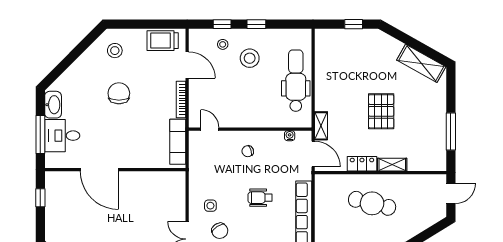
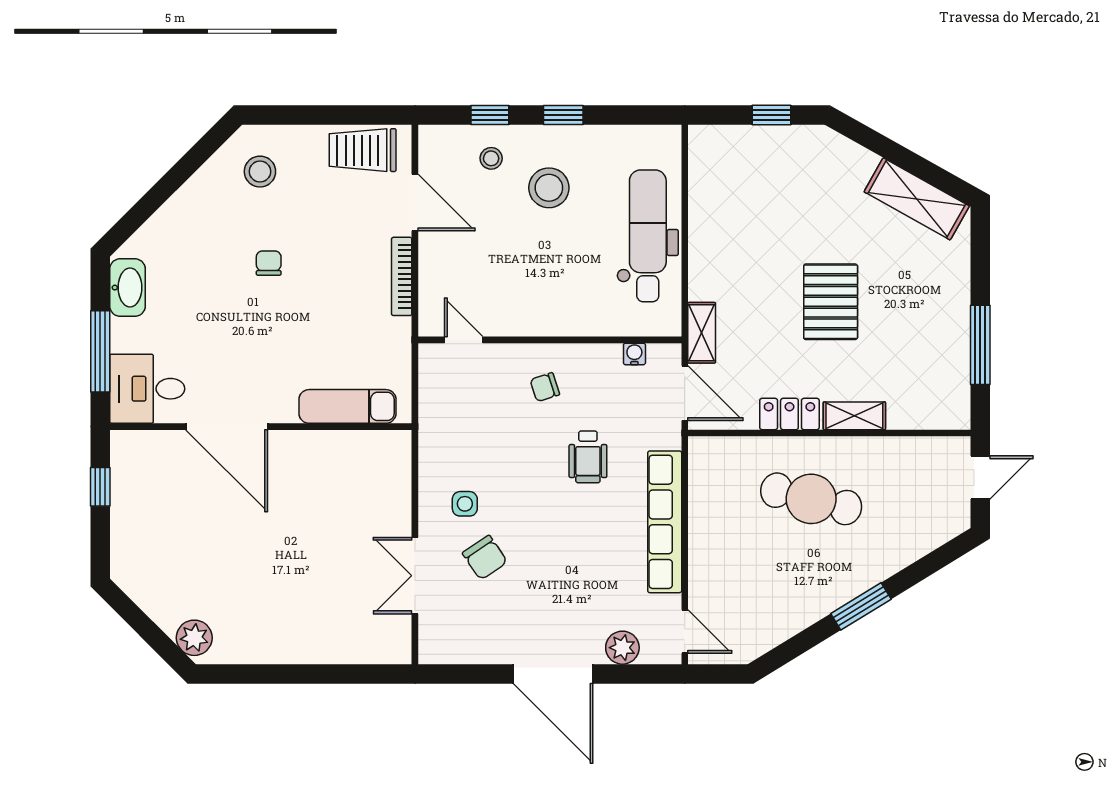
chair: (119, 93) -> (269, 263), width x0.54, depth x0.54
desk: (62, 136) -> (147, 389), moved
exam couch: (178, 142) -> (347, 406), moved, turned 90
wheelchair: (260, 198) -> (588, 457), moved, turned -90

